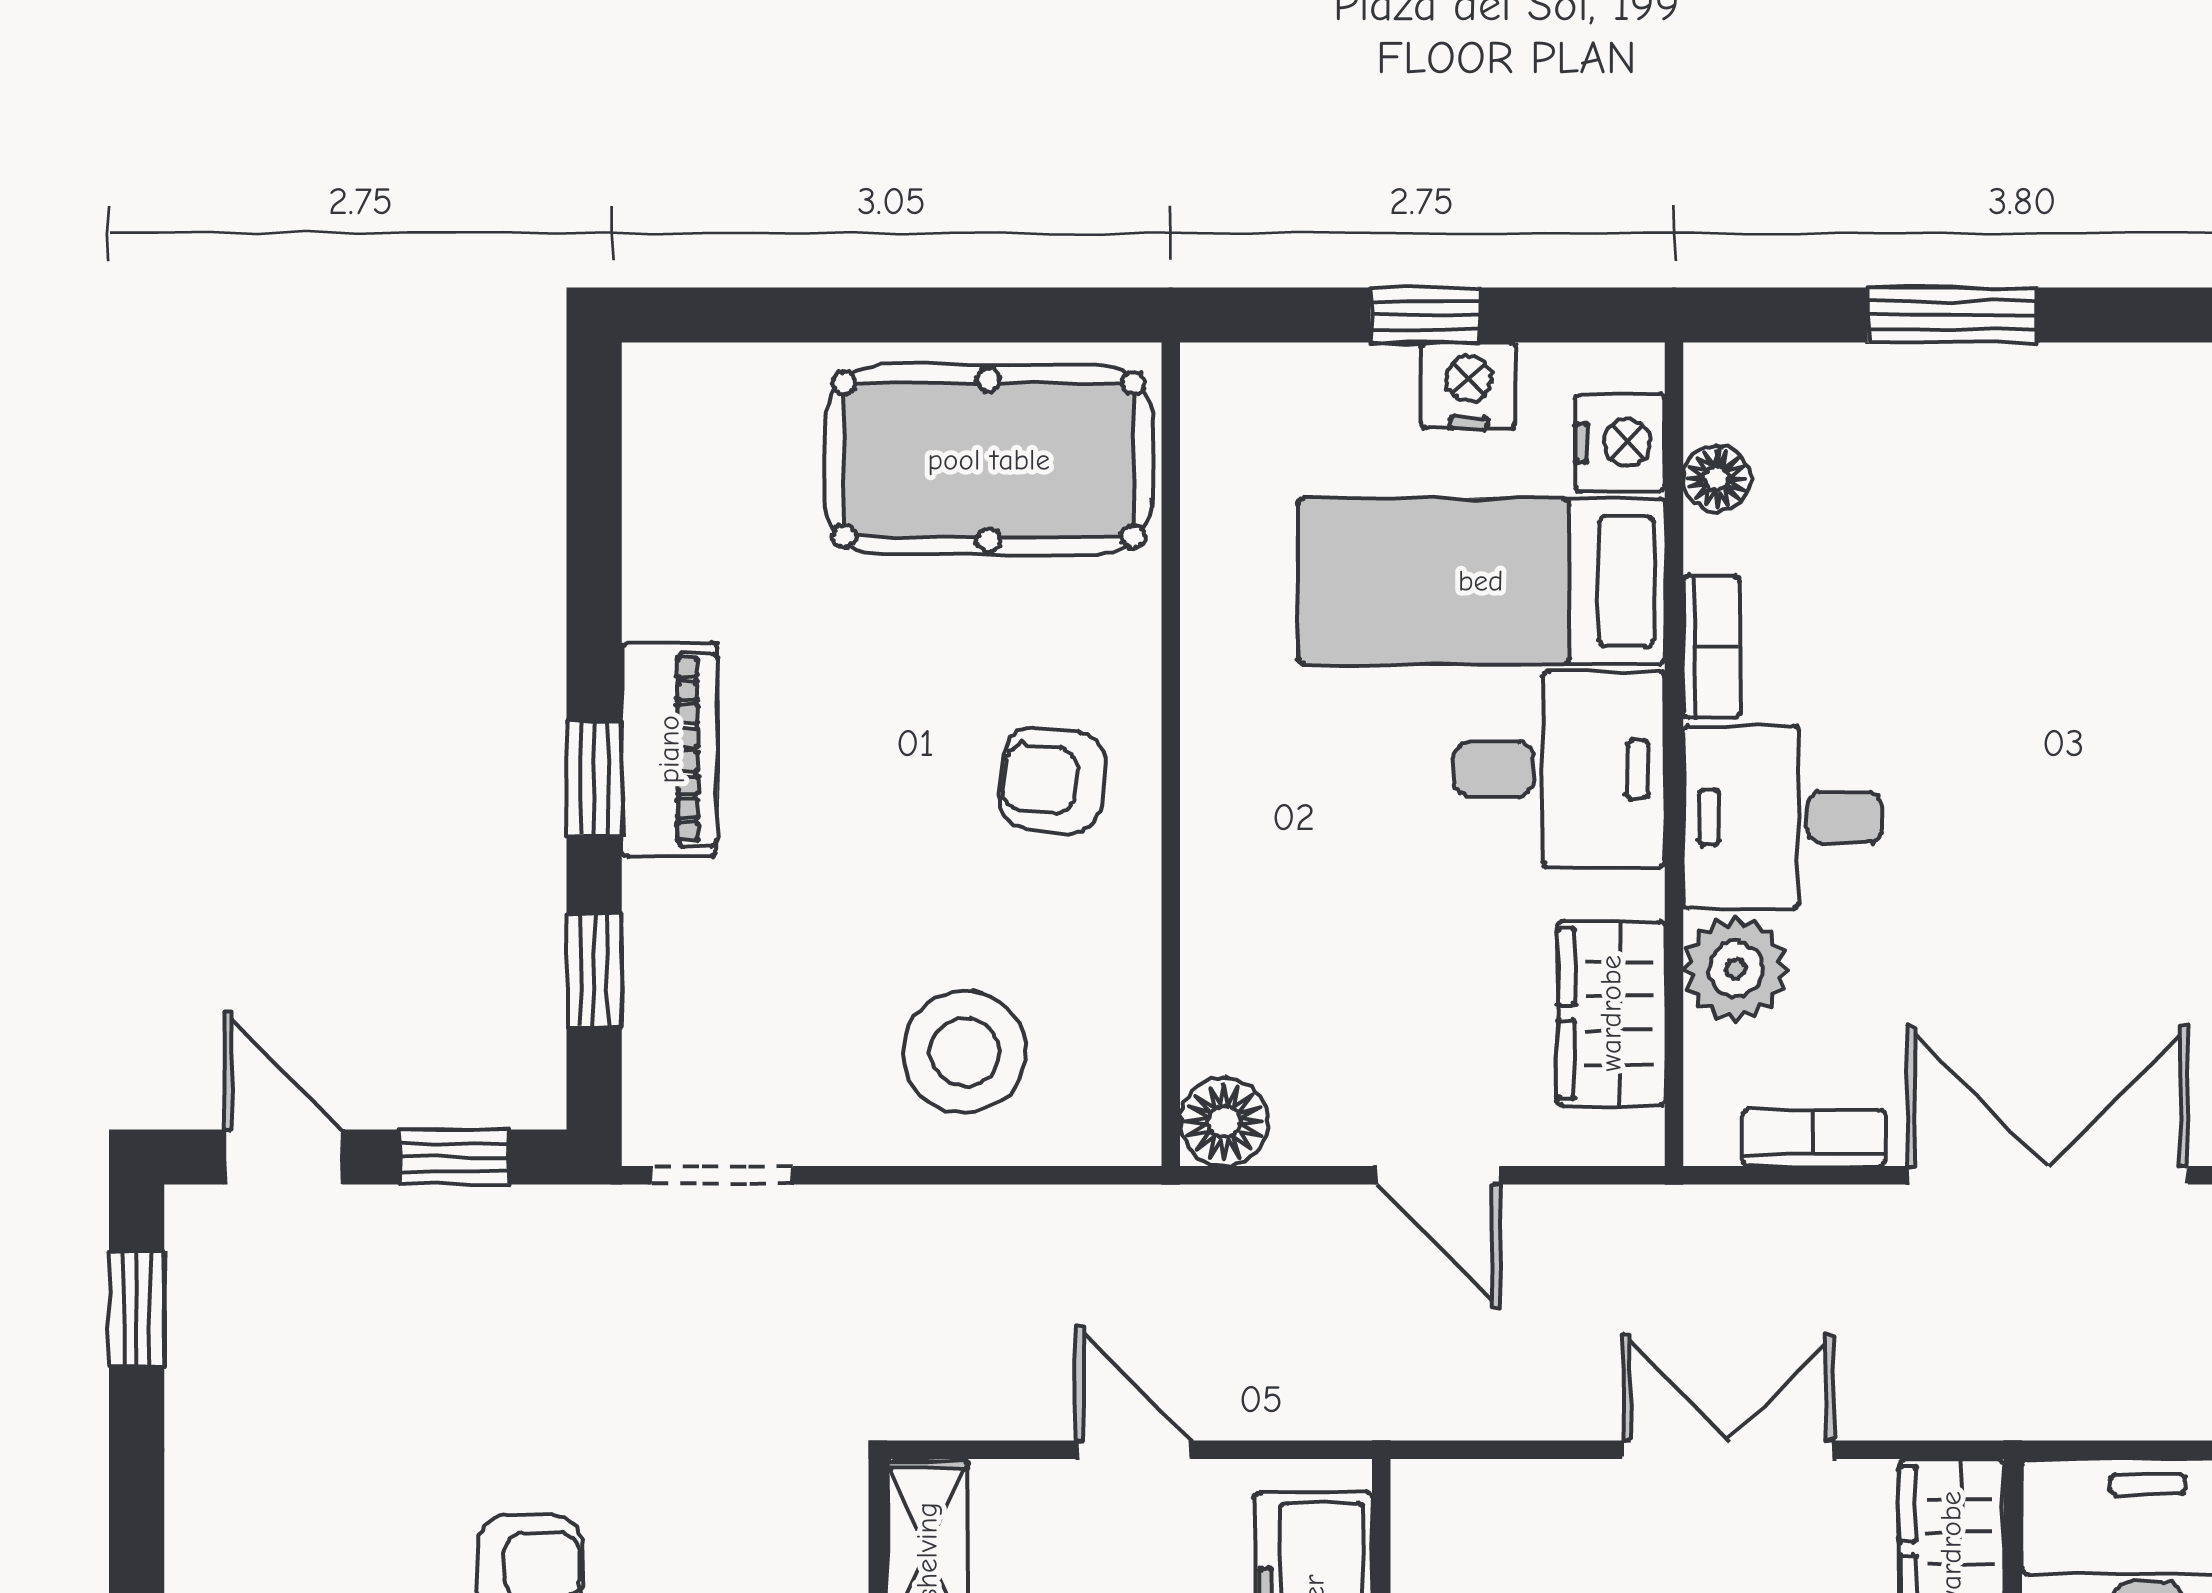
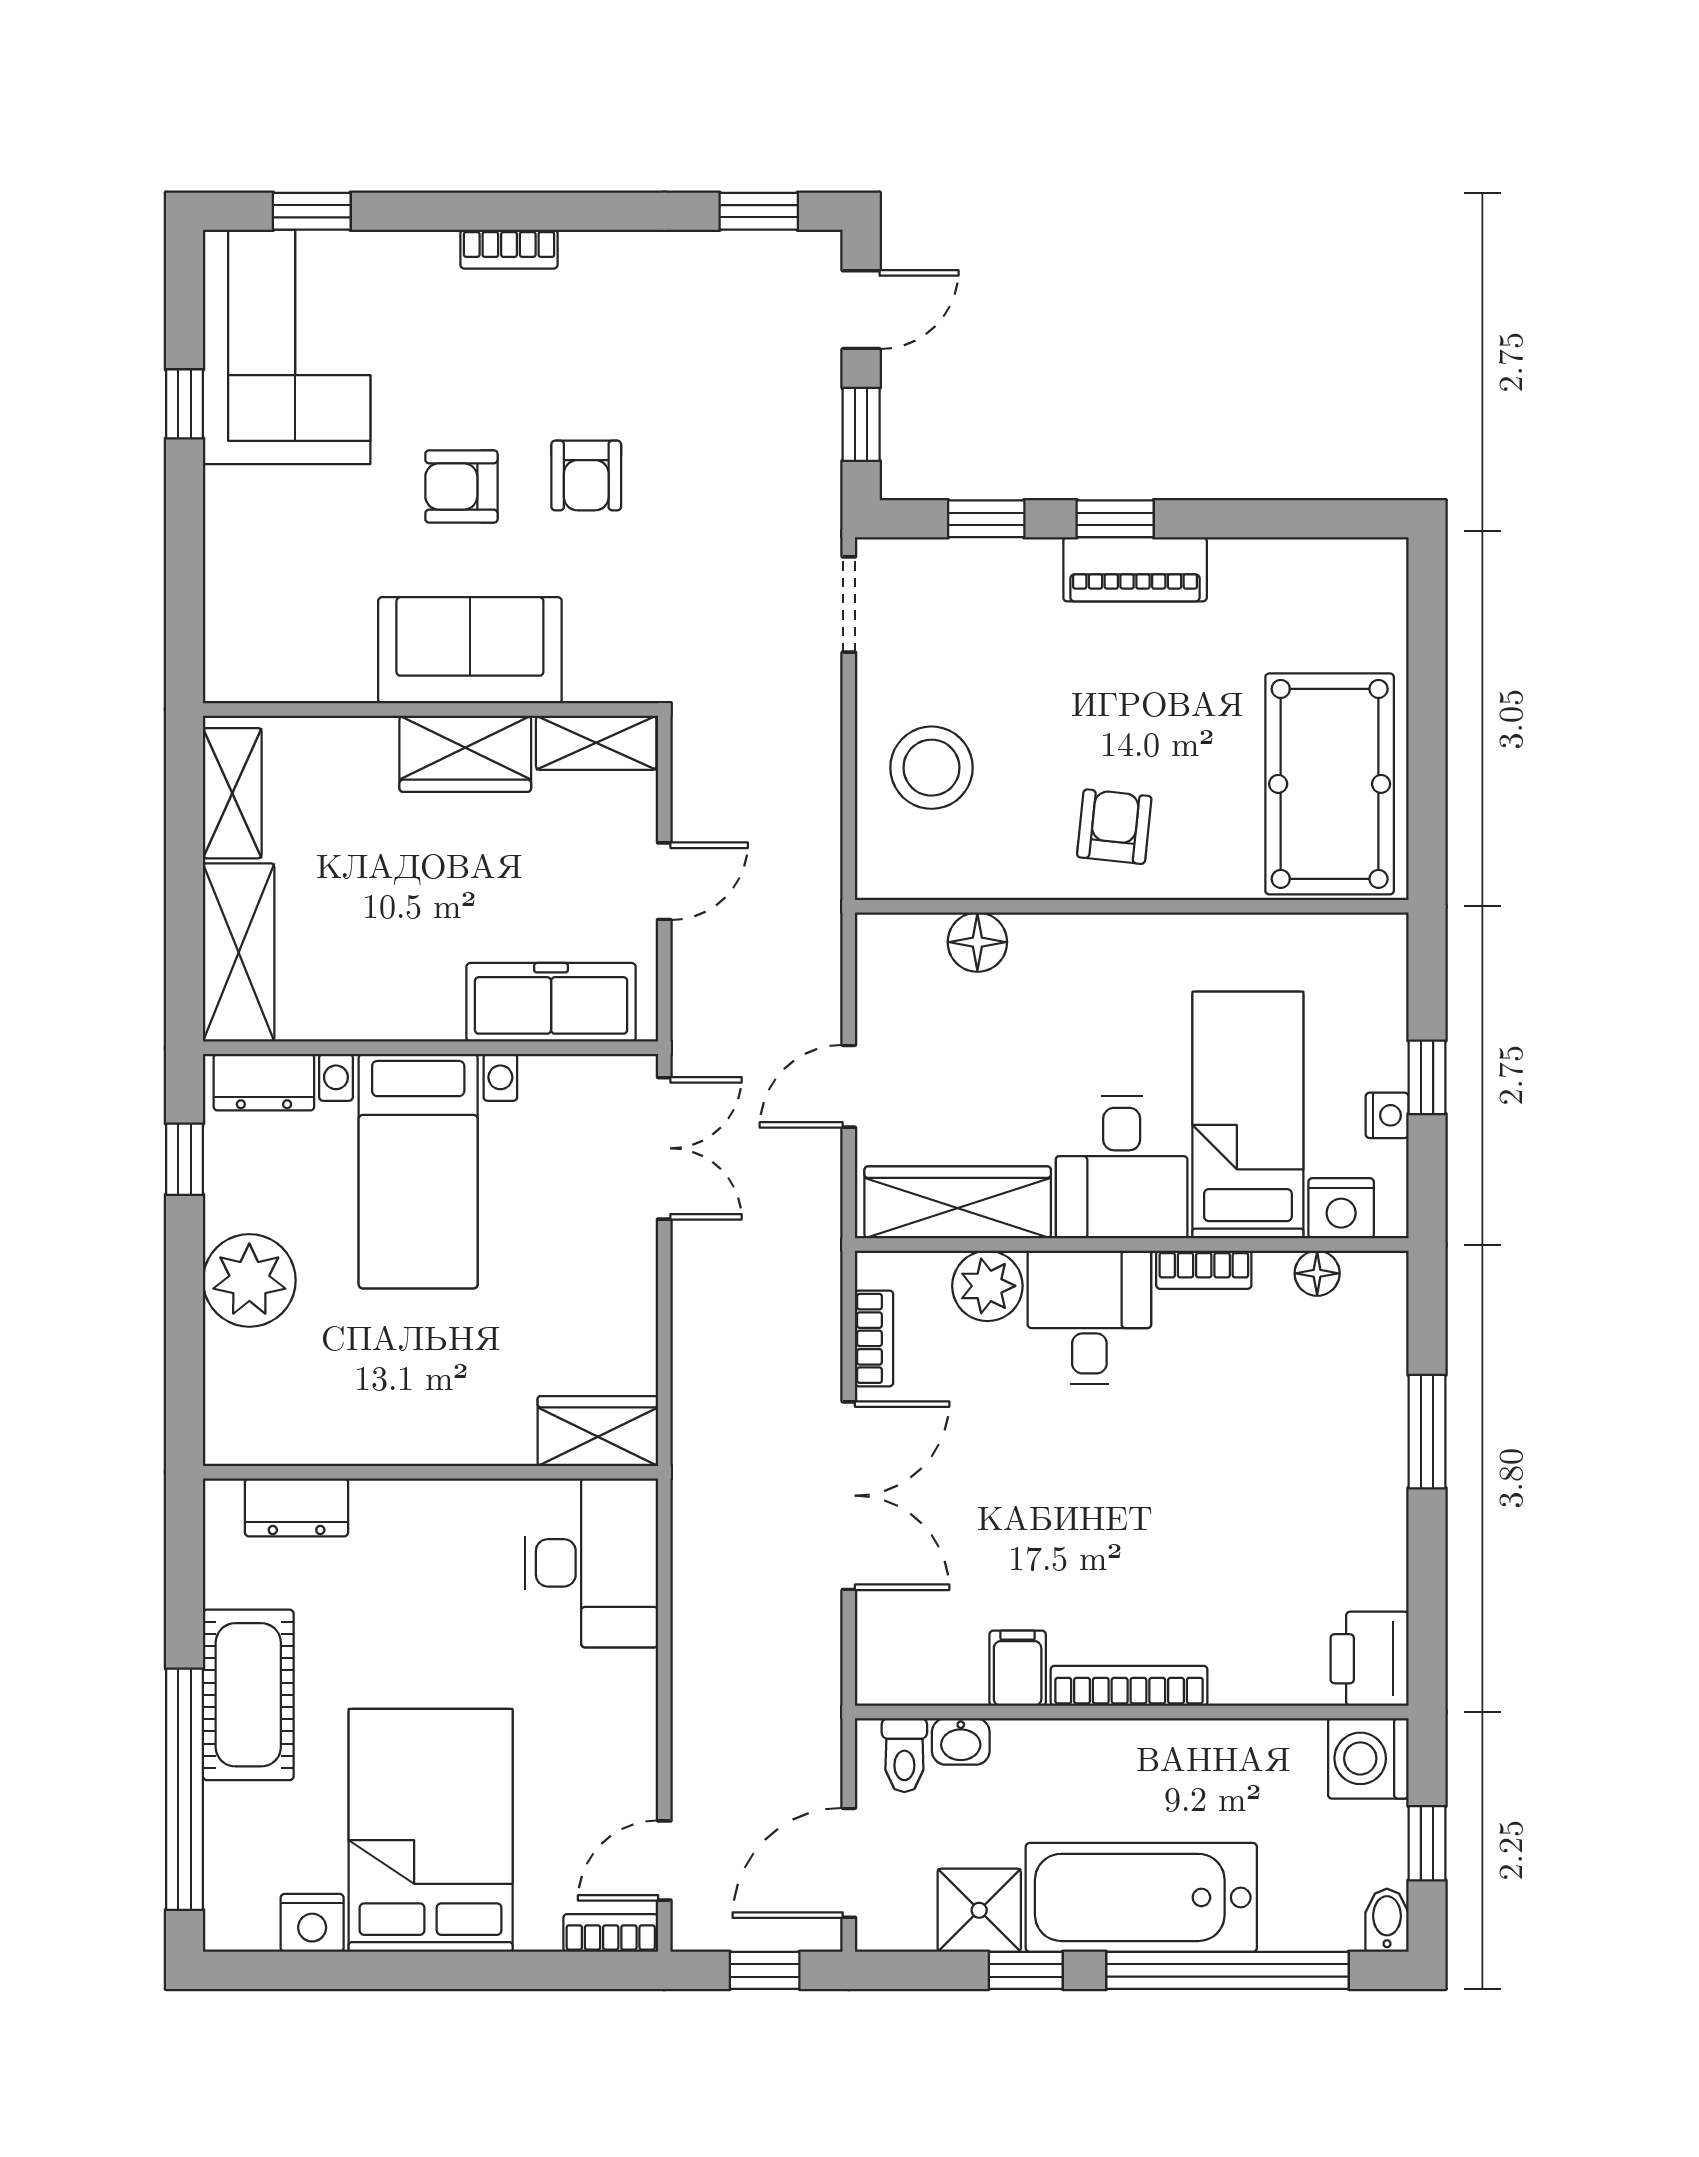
nightstand: (1469, 386) -> (1387, 1115), width x0.72, depth x0.74
wardrobe: (1611, 1013) -> (958, 1202), width x1.50
floor lamp: (1224, 1122) -> (977, 942), moved
double door: (1728, 1450) -> (664, 1148), moved

